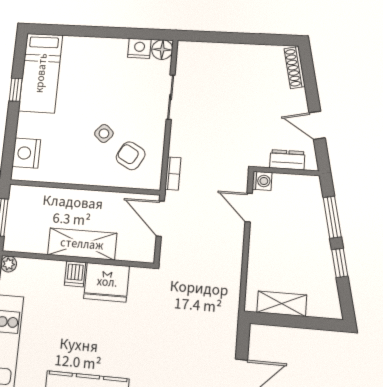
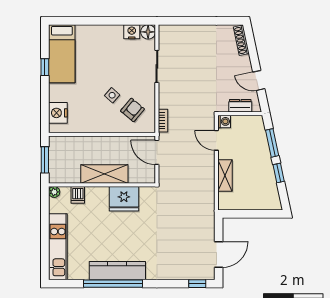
armchair: (131, 156) -> (132, 110), turned 101
dishwasher: (75, 274) -> (78, 195), moved
shelving: (282, 304) -> (225, 175), moved, turned 90

